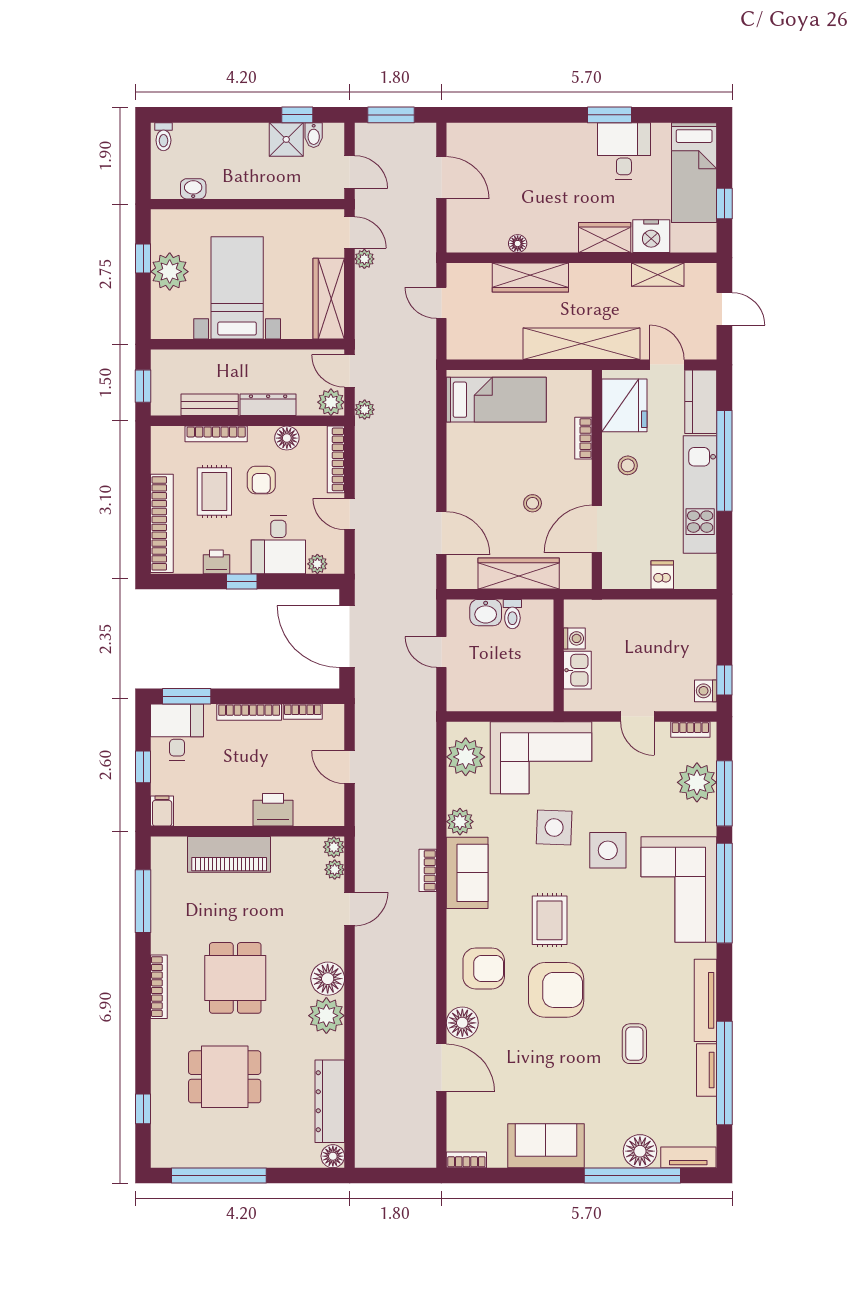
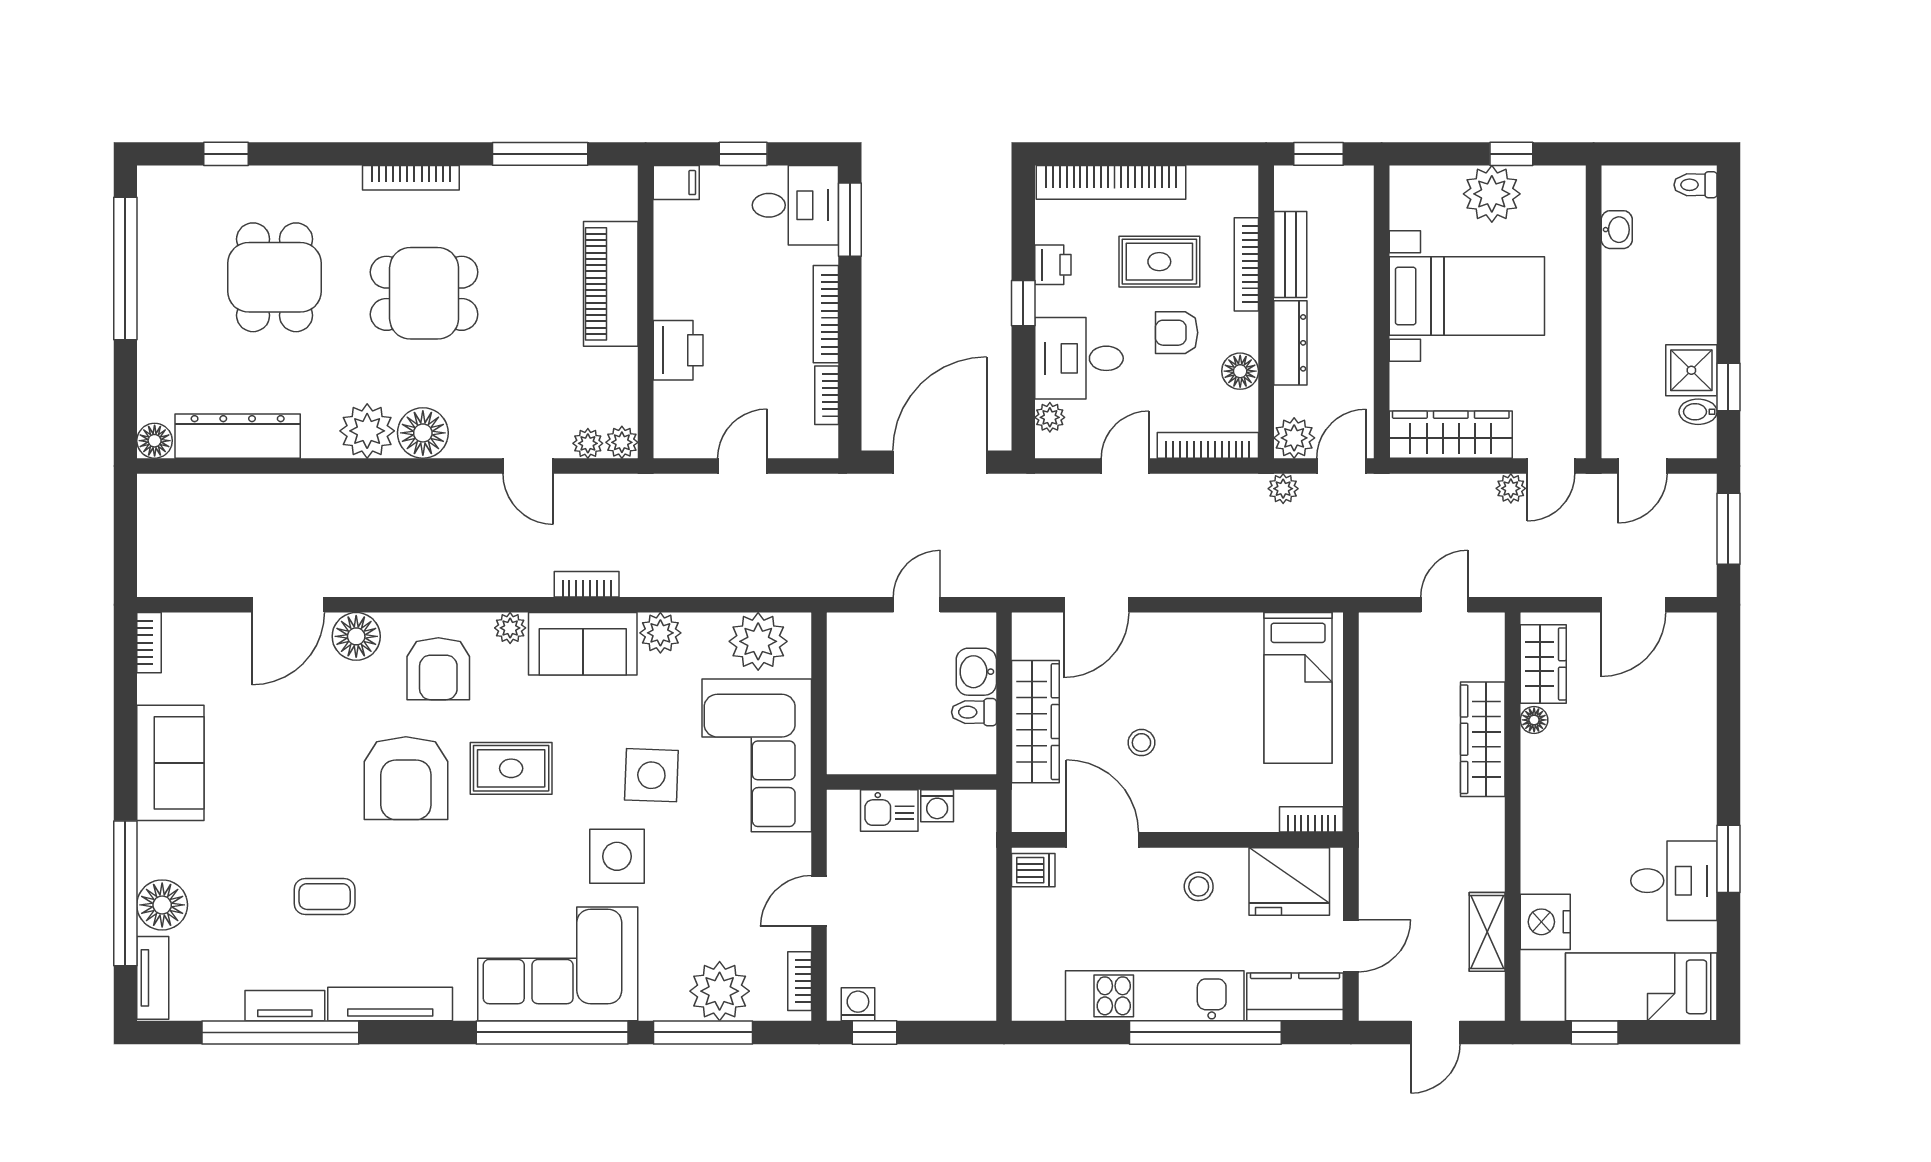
wardrobe: (605, 237) -> (1543, 664), moved
shelving: (582, 344) -> (1383, 817), removed
bookcase: (583, 438) -> (1311, 819), moved
dishwasher: (662, 575) -> (1033, 870), moved
plant: (457, 921) -> (510, 628), added

